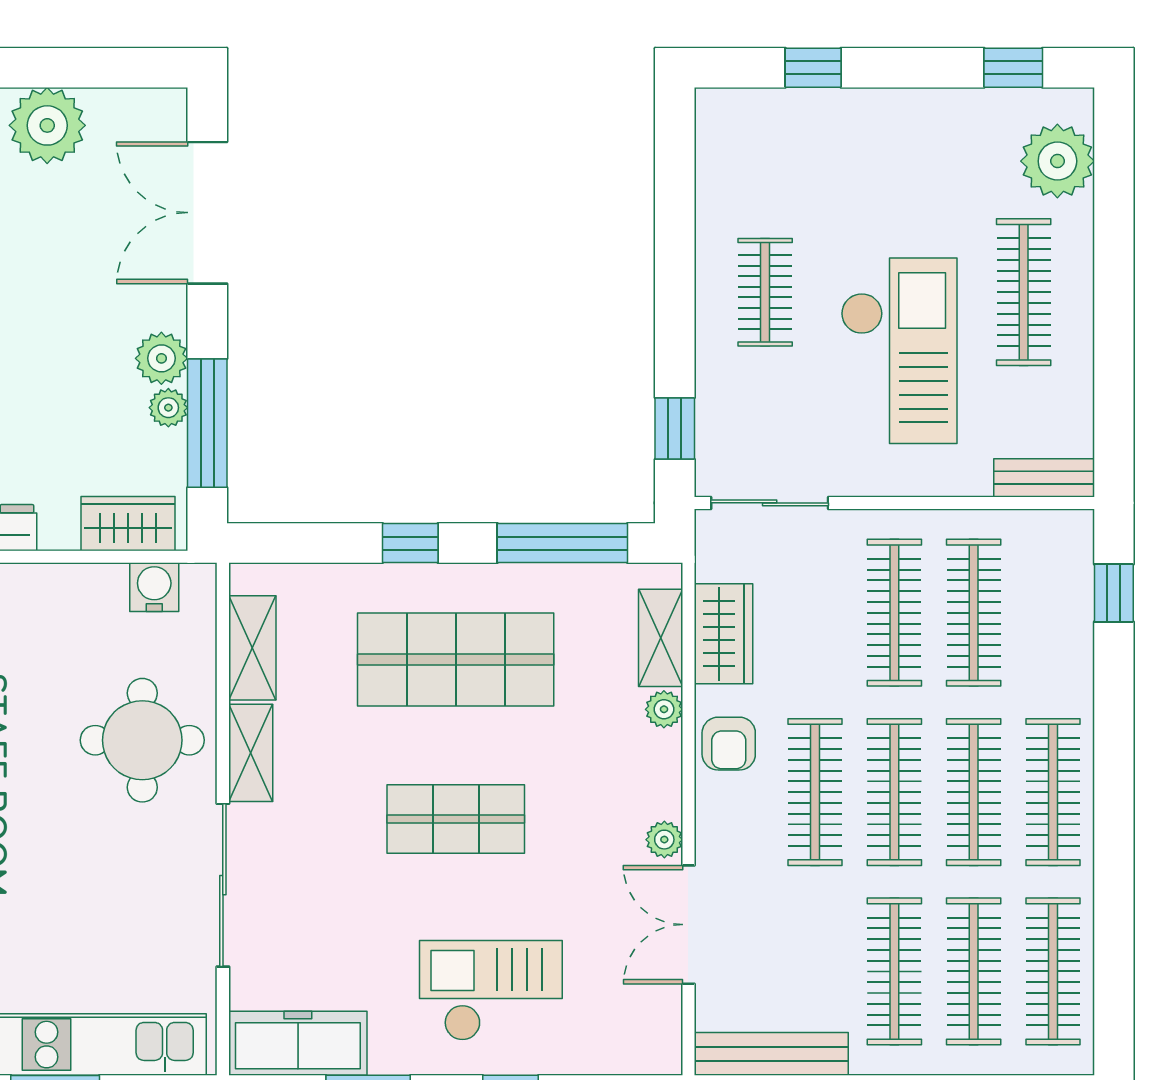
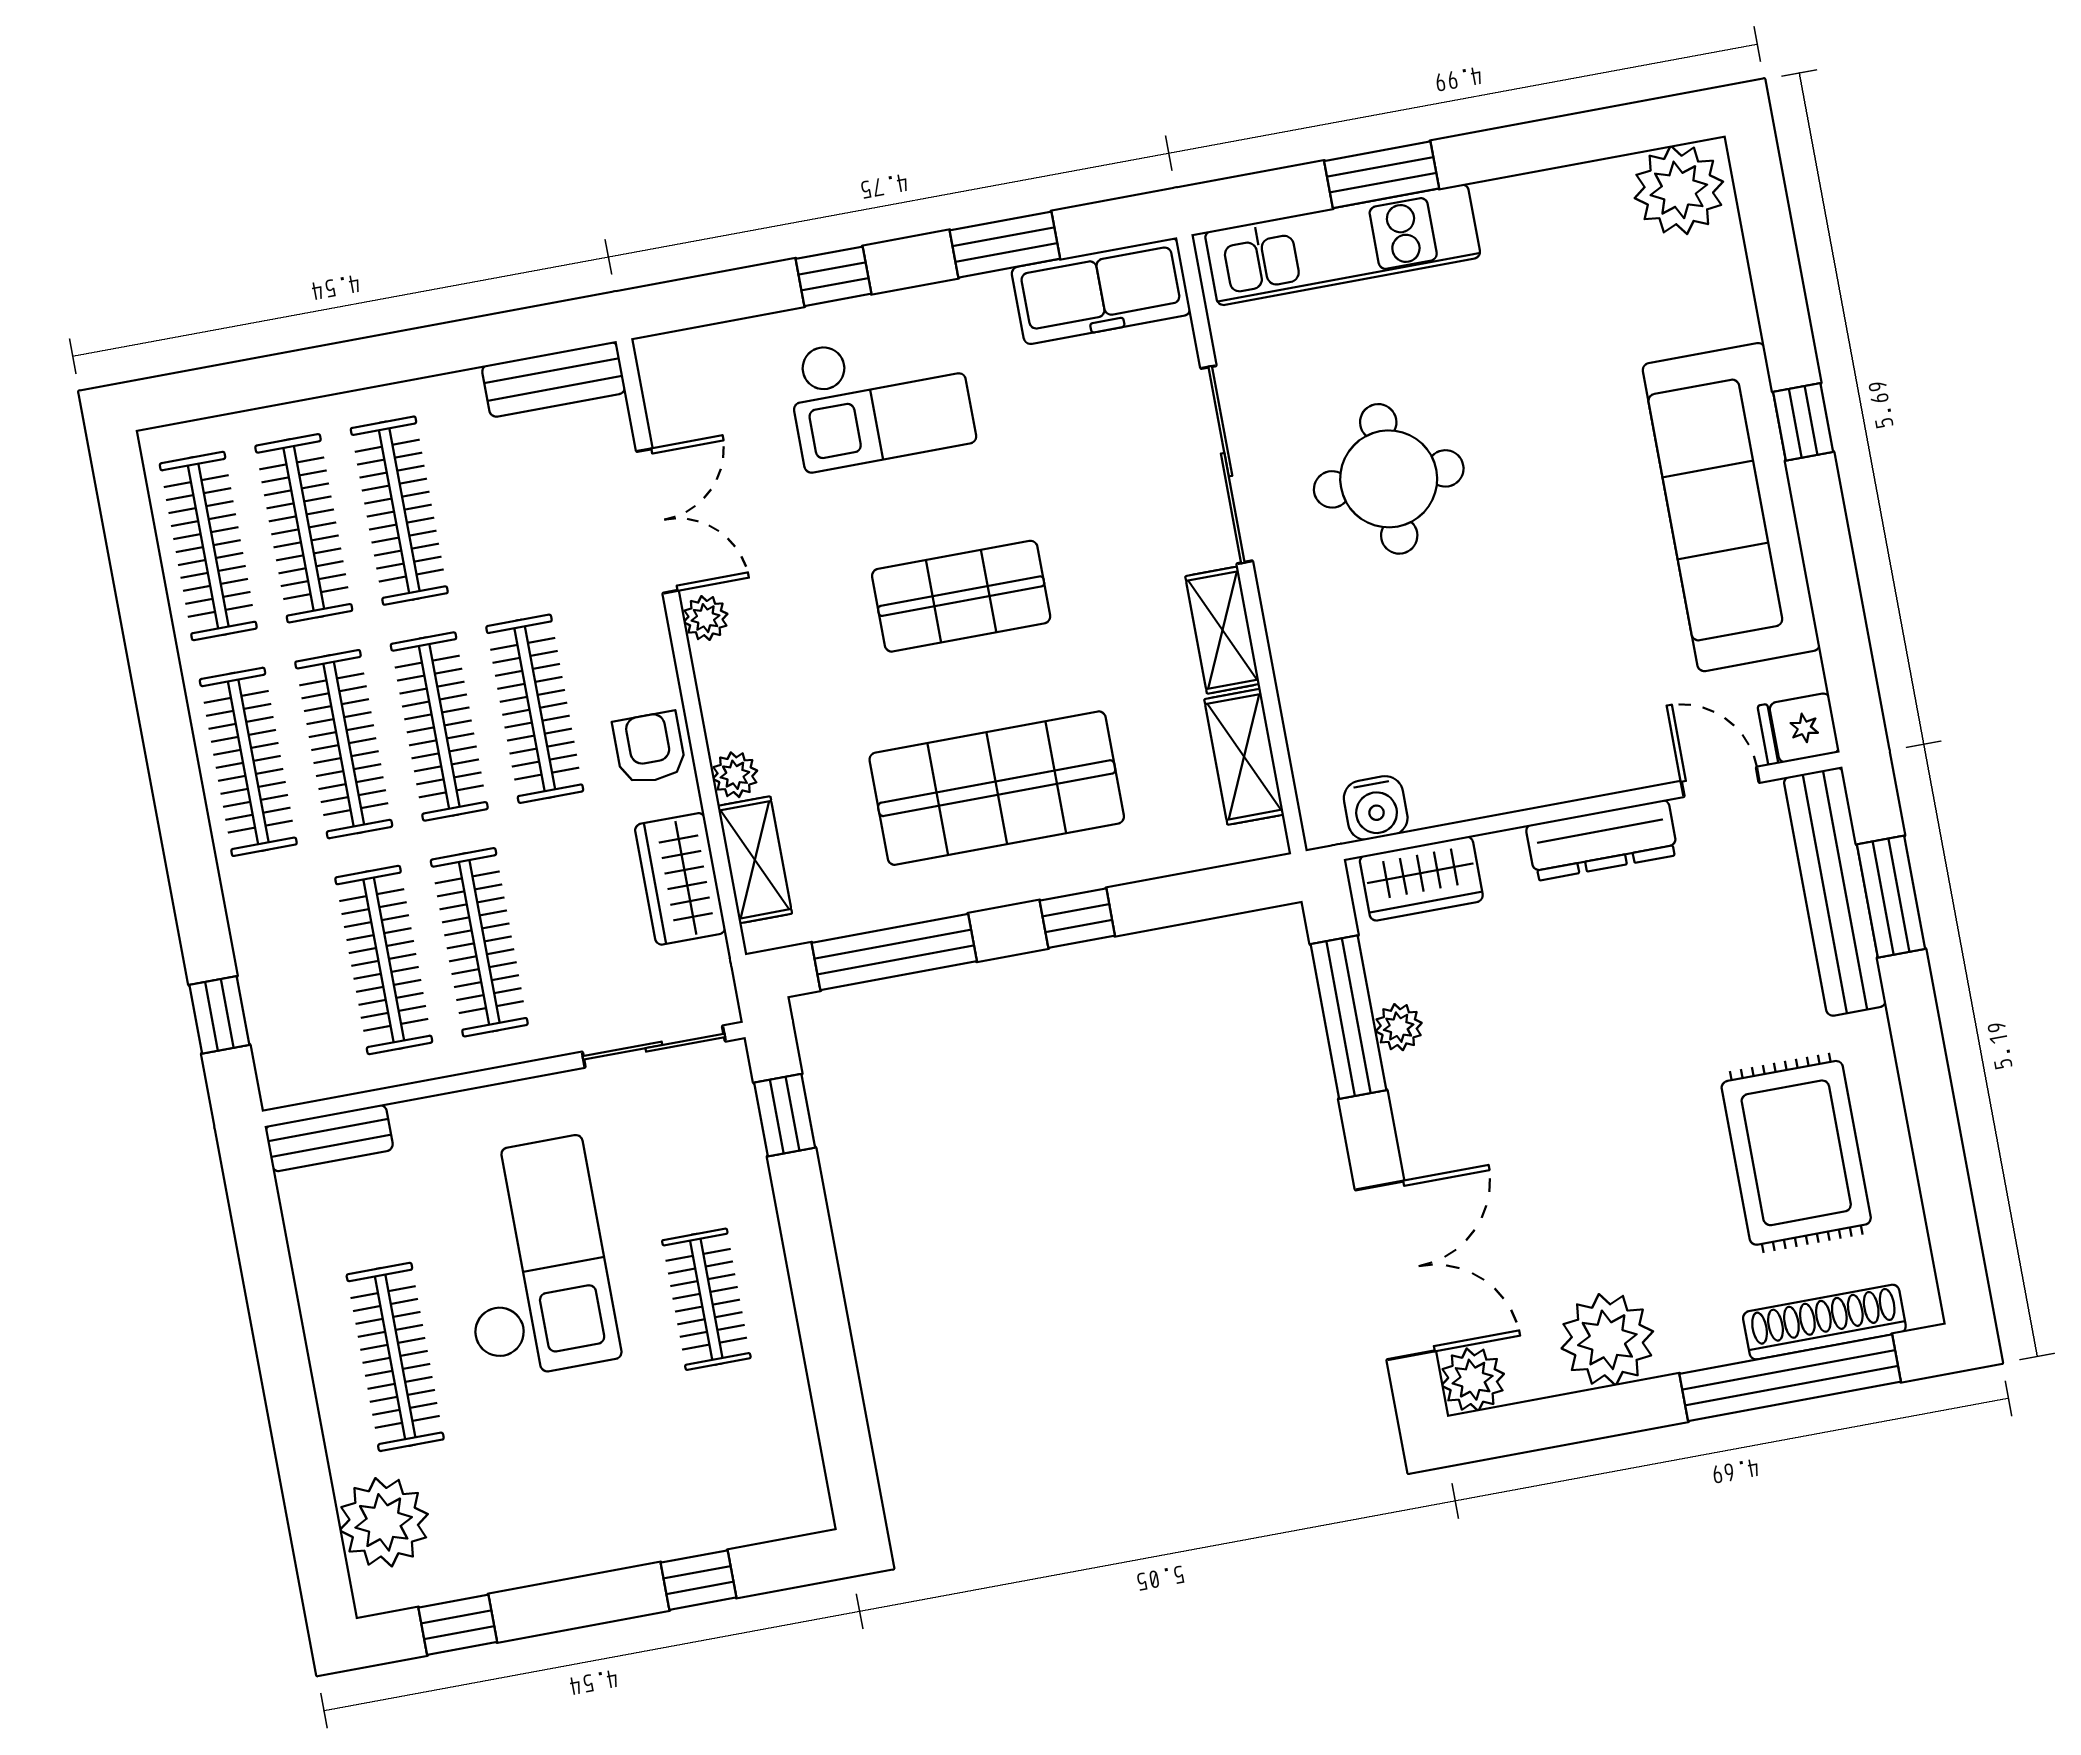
checkout: (899, 351) -> (532, 1259), turned 180
plant: (161, 358) -> (1473, 1380), moved
round table: (142, 740) -> (1389, 479), moved
bench: (771, 1054) -> (554, 379), width x0.73

